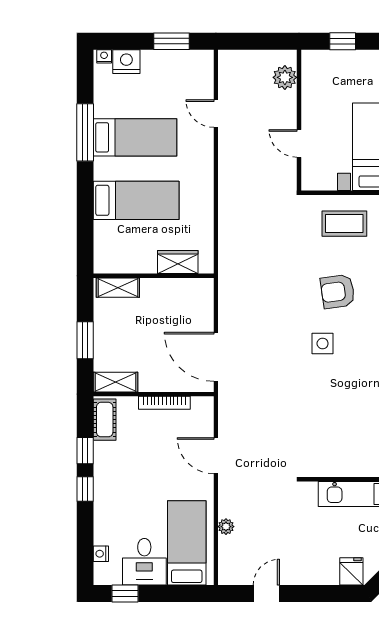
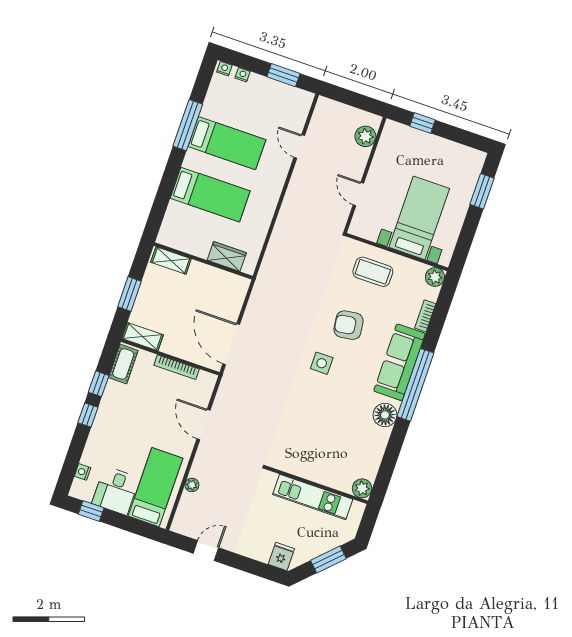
nightstand: (126, 62) -> (243, 75), width x0.53, depth x0.56

